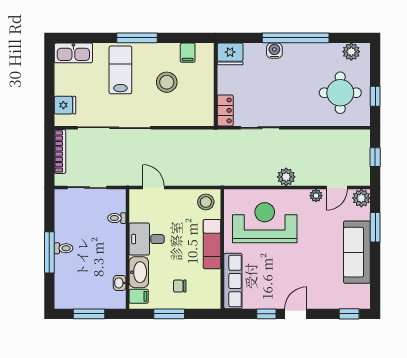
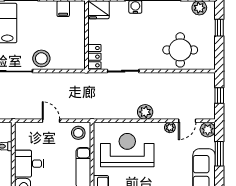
stool: (167, 82) -> (41, 58), moved
round table: (340, 93) -> (180, 50), moved
window: (375, 96) -> (219, 28), moved
door: (153, 188) -> (51, 121), moved

